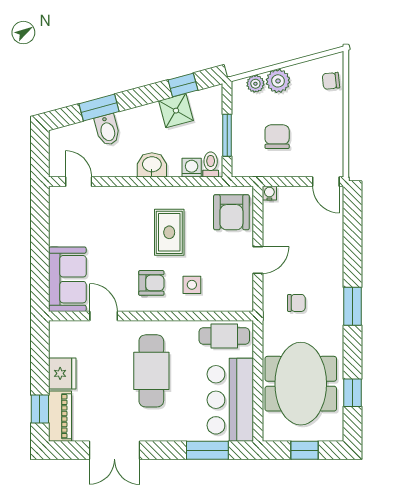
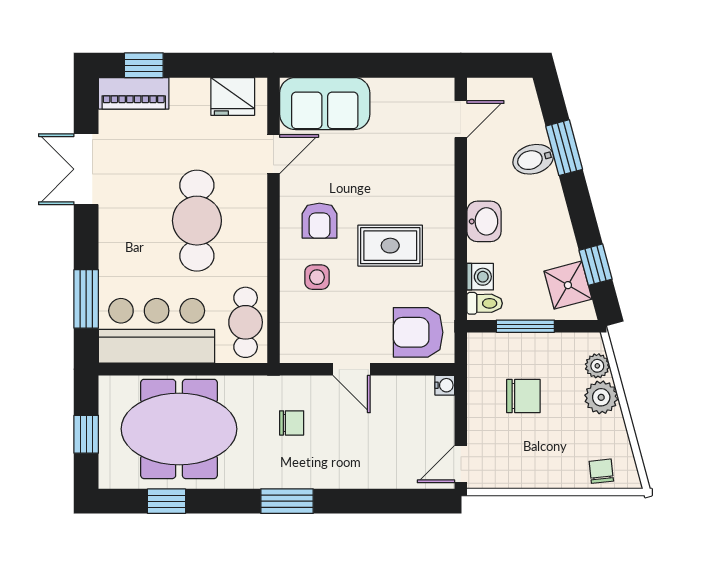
shower: (176, 111) -> (568, 285), moved
chair: (296, 303) -> (292, 423), turned -90
cafe table: (151, 371) -> (197, 221), turned 90
fridge: (62, 373) -> (233, 96), moved

